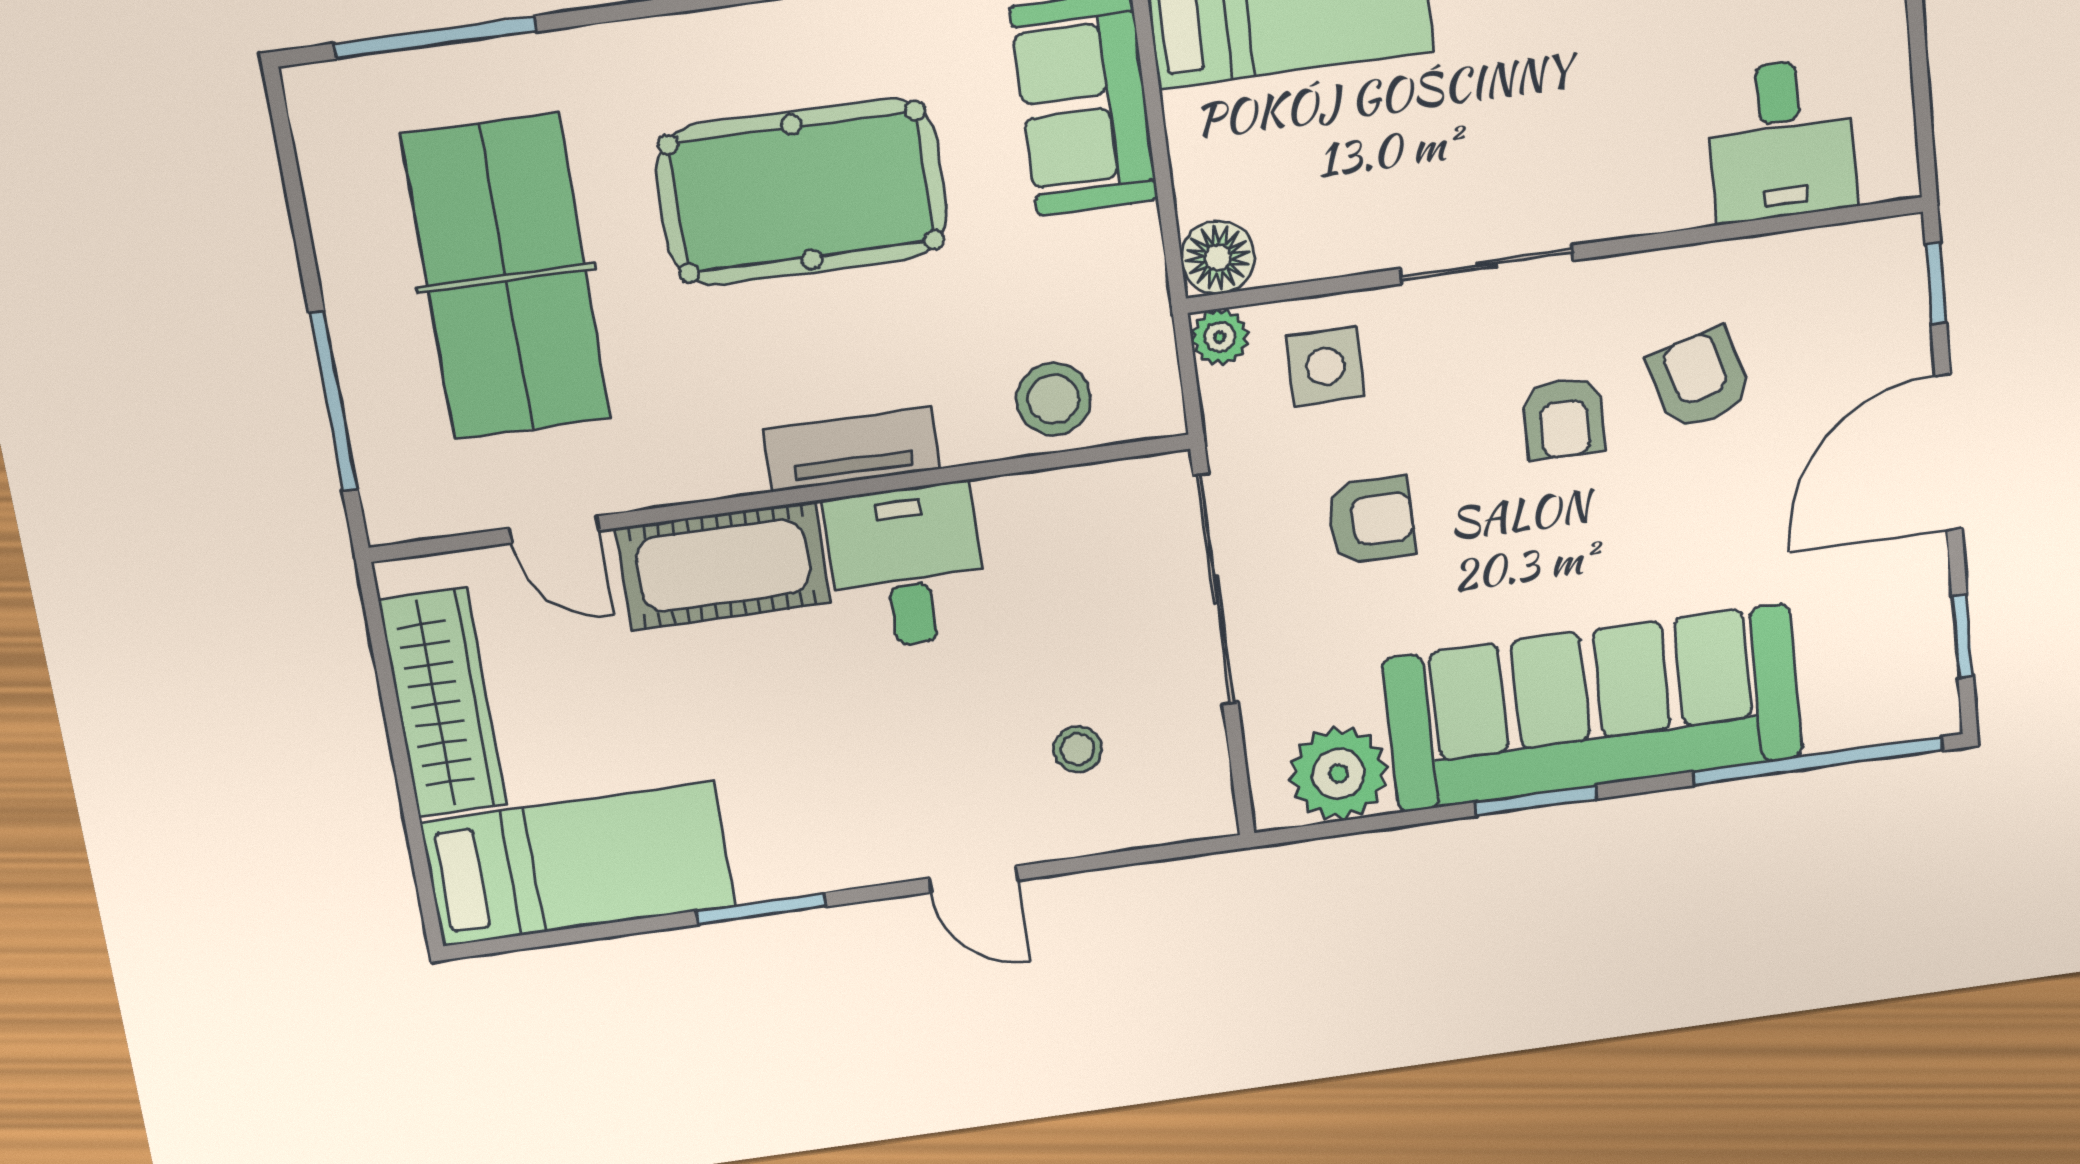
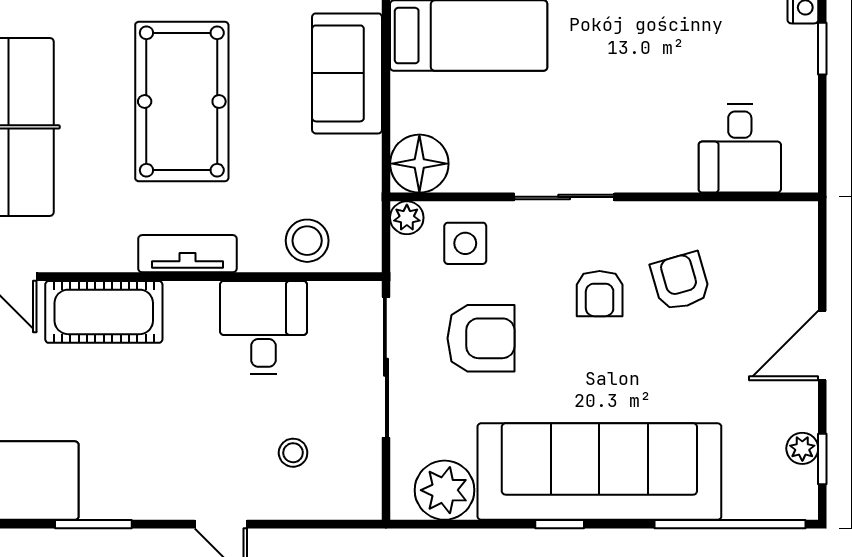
pool table: (802, 192) -> (182, 102), turned 90
floor lamp: (1218, 258) -> (419, 164), width x1.38, depth x1.38
window: (1936, 283) -> (822, 244), removed
door: (1949, 452) -> (822, 346), width x0.73
armchair: (1371, 520) -> (481, 338), width x1.38, depth x1.38
desk: (906, 567) -> (263, 328), moved
plant: (1928, 624) -> (802, 448), added
window: (1536, 800) -> (560, 524), width x0.67

